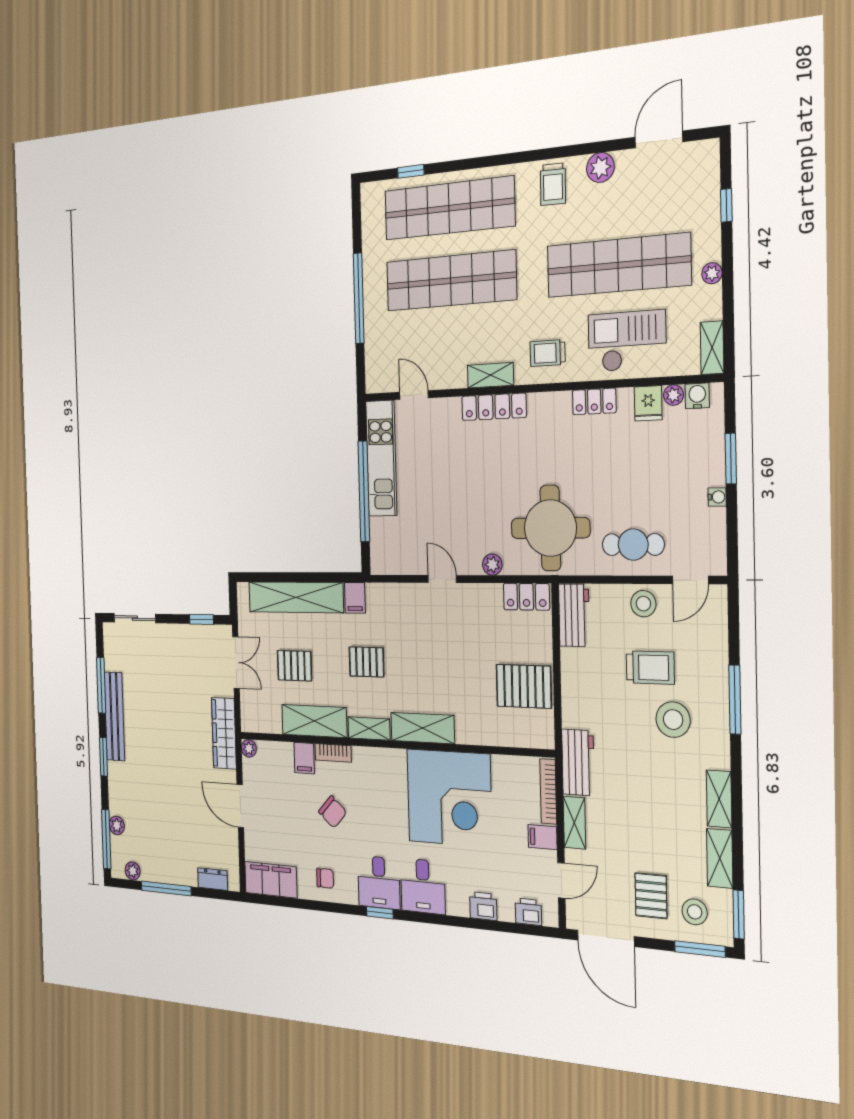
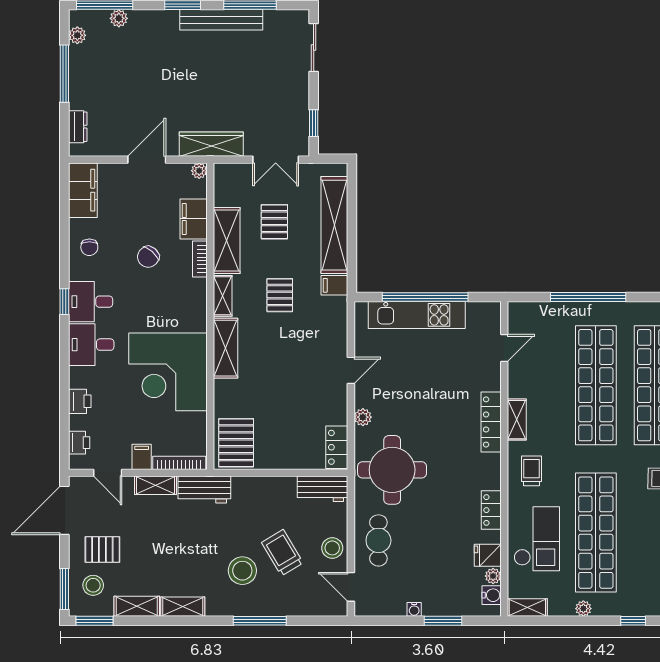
kitchen unit: (381, 458) -> (417, 315), moved
trolley: (650, 668) -> (282, 553), turned 149
pallet: (524, 686) -> (236, 443), moved
filing cabinet: (304, 758) -> (194, 219), width x2.00

